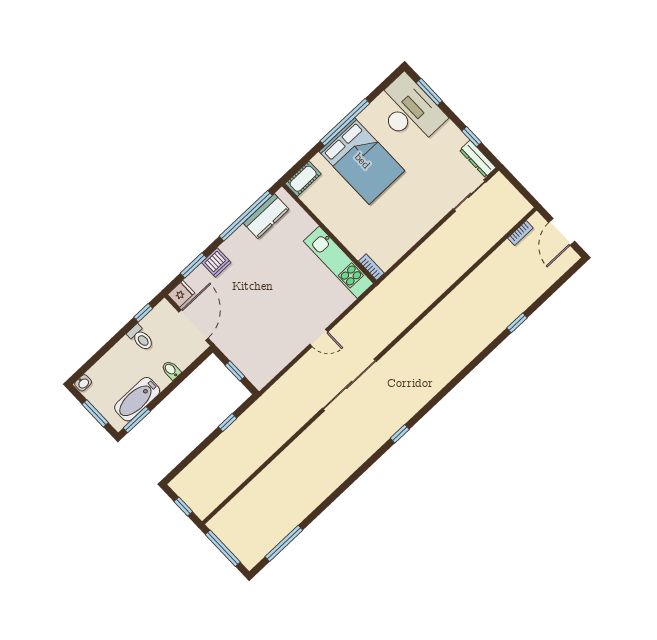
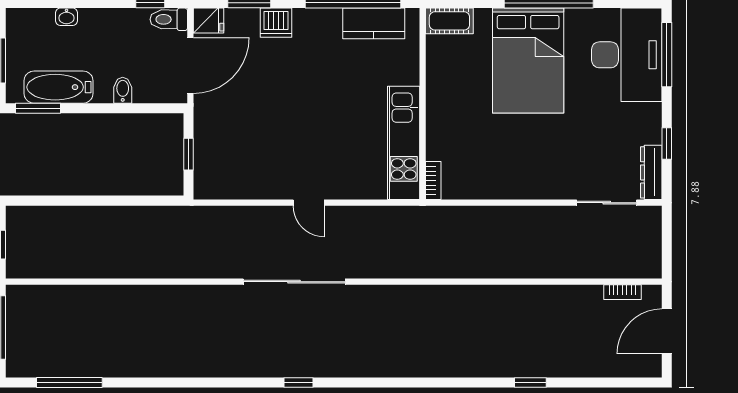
window: (429, 92) -> (667, 55), width x1.44
toilet: (141, 338) -> (169, 19), moved, turned 90
washbasin: (83, 383) -> (67, 17), moved
window: (227, 422) -> (130, 201), removed

